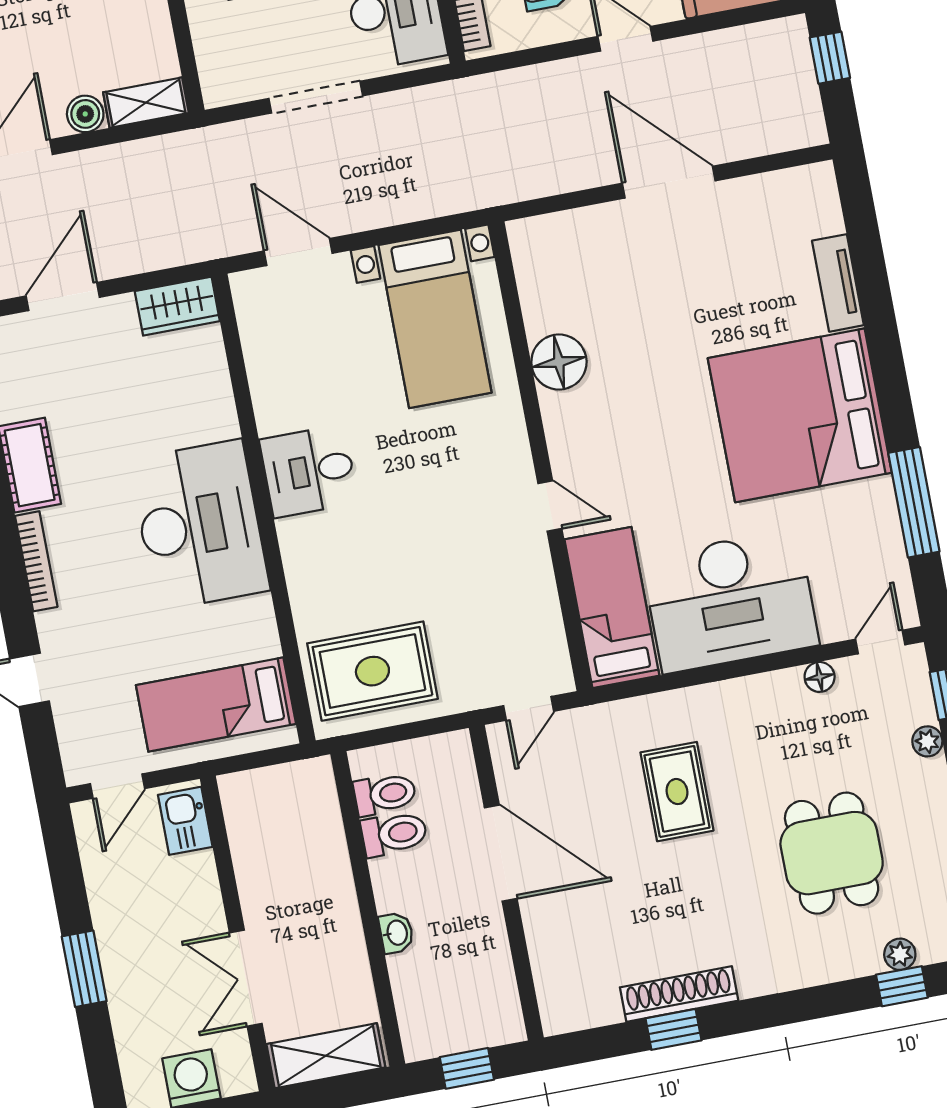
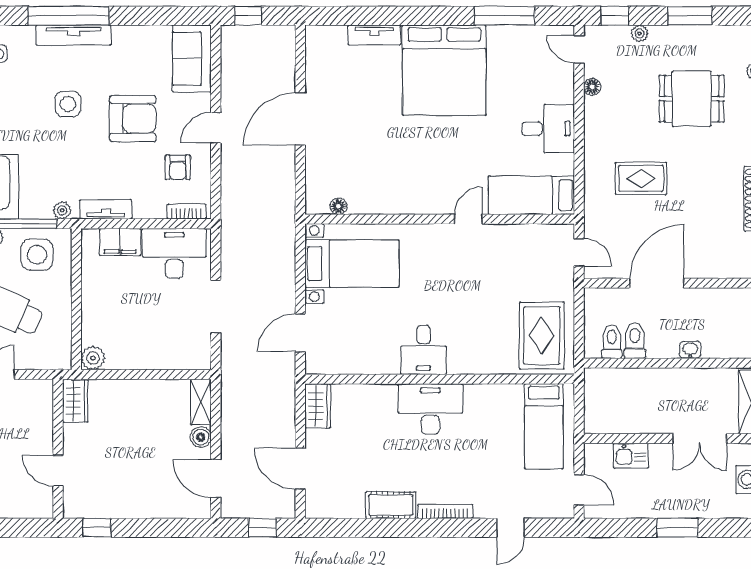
floor lamp: (559, 362) -> (338, 206), moved, width x0.53, depth x0.53
desk: (199, 525) -> (430, 409), width x0.73, depth x0.77
desk: (730, 601) -> (548, 129), width x0.53, depth x0.77
kitchen sink: (185, 821) -> (631, 456), moved

